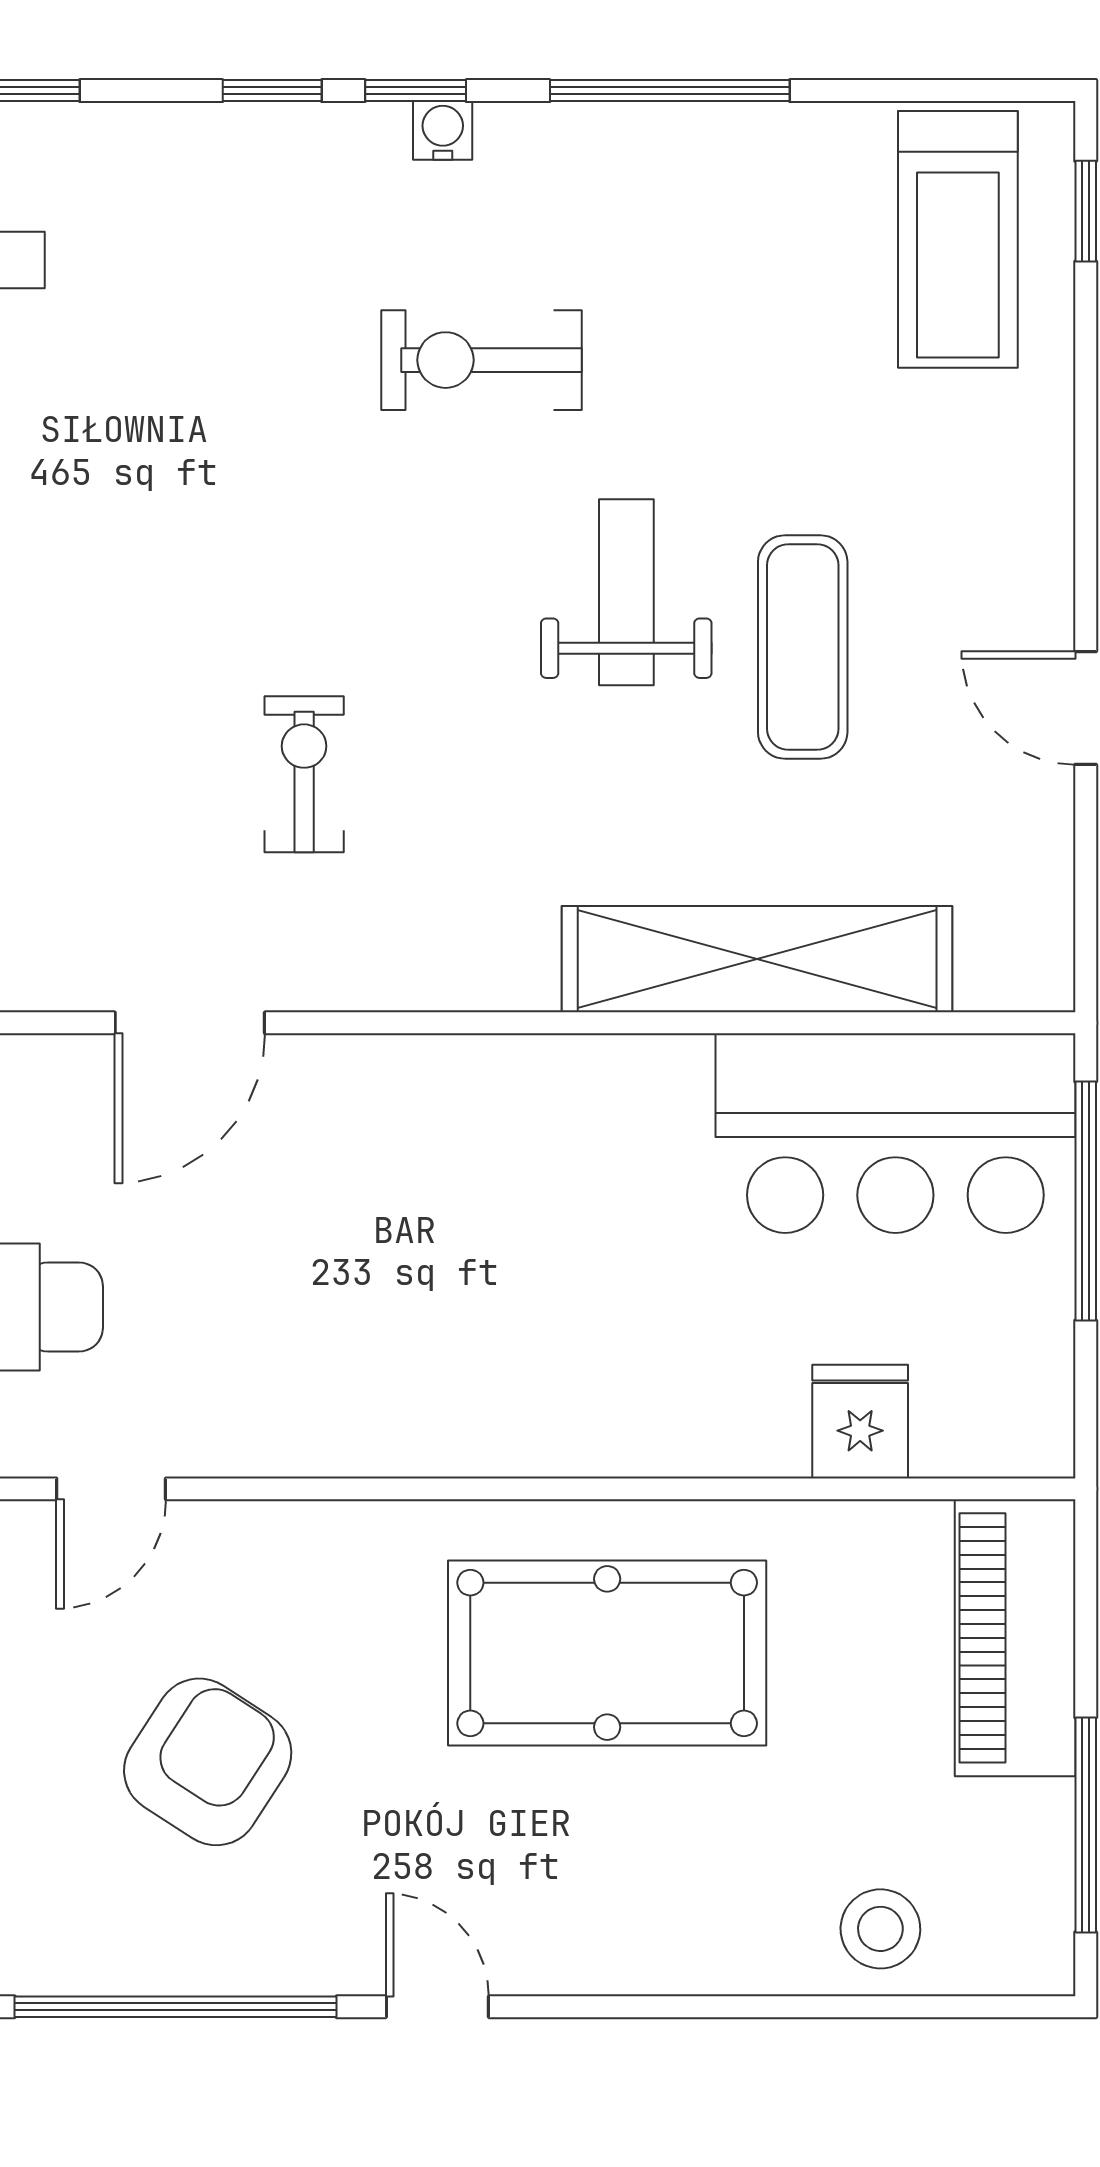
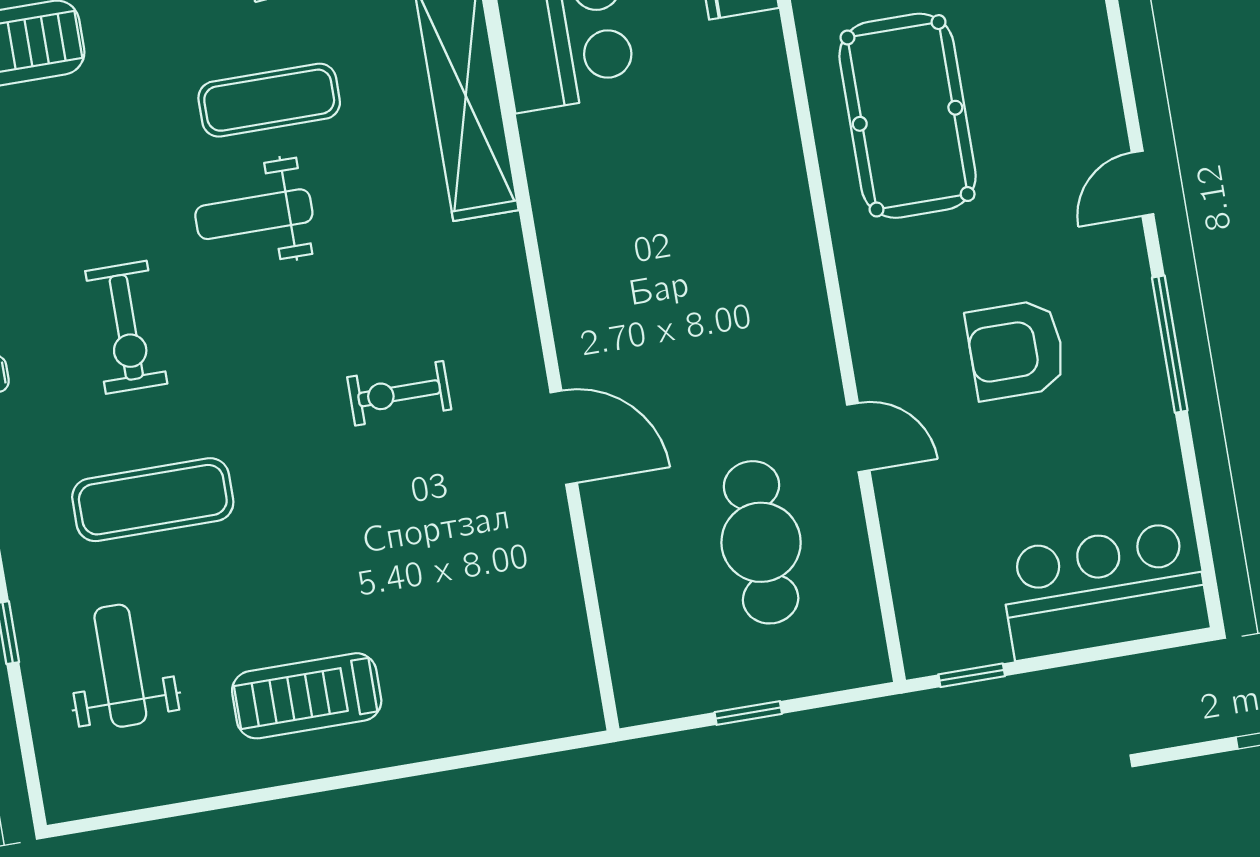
exercise mat: (202, 356) -> (153, 500), added
armchair: (208, 1762) -> (1016, 350), turned -33
window: (176, 2007) -> (1170, 344), width x0.68

